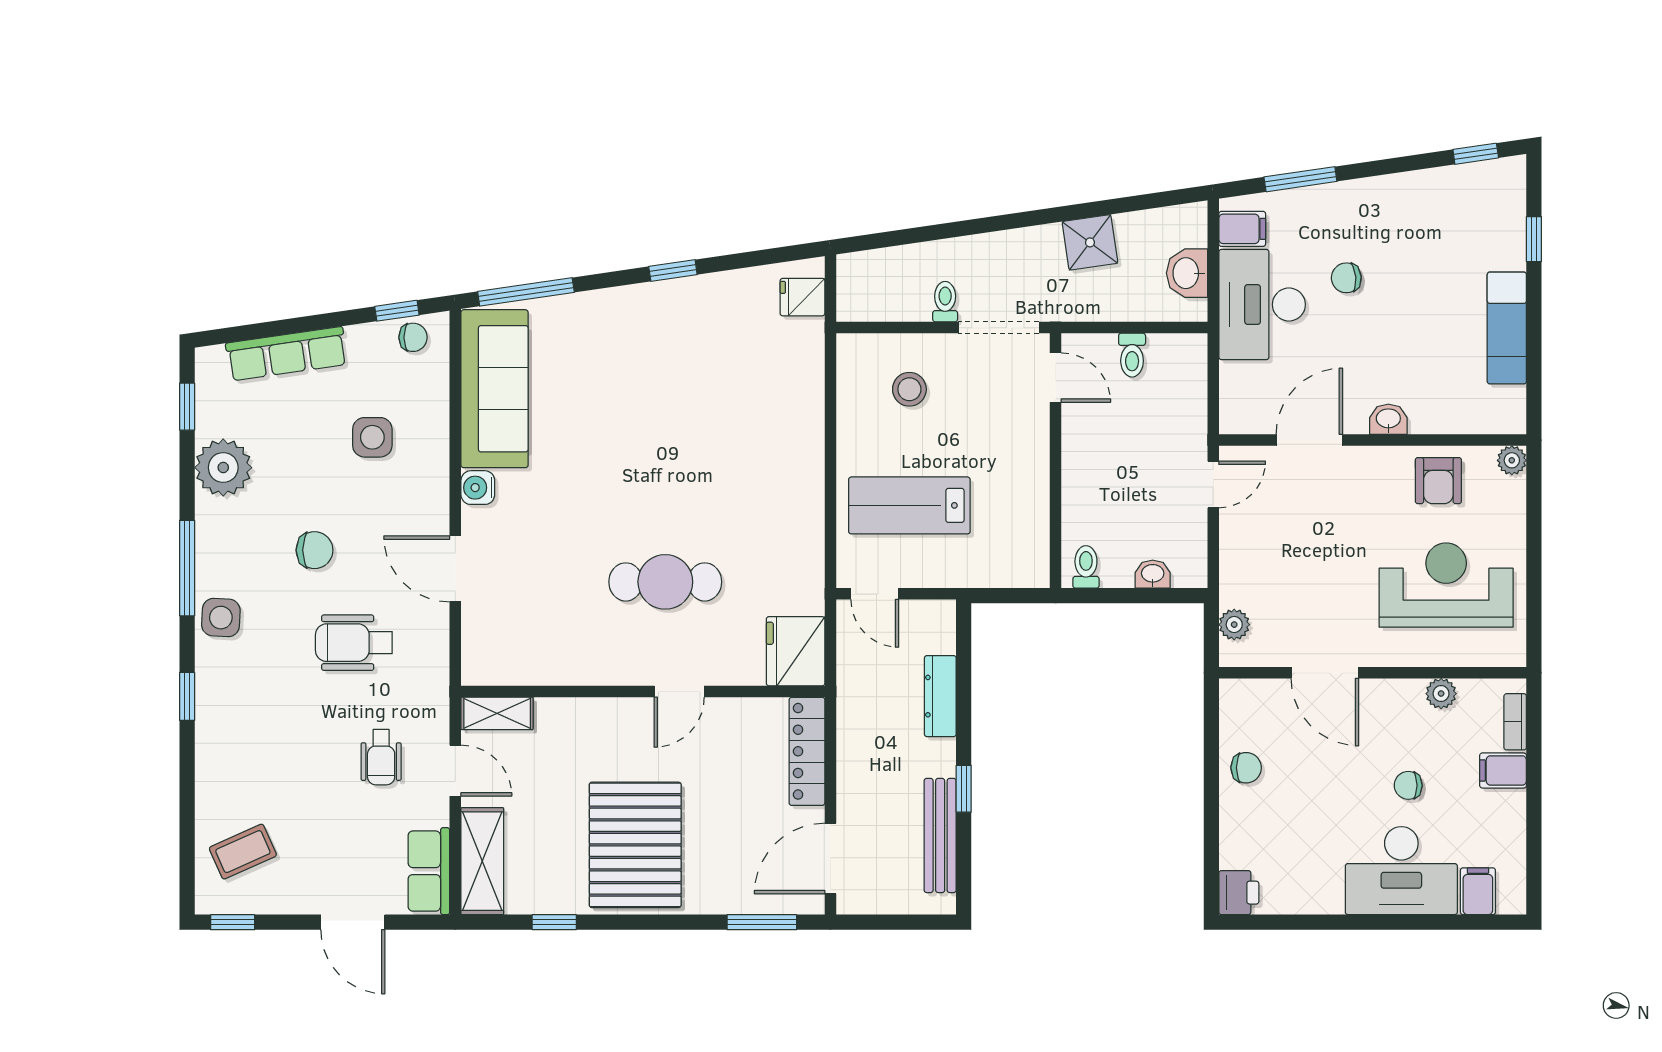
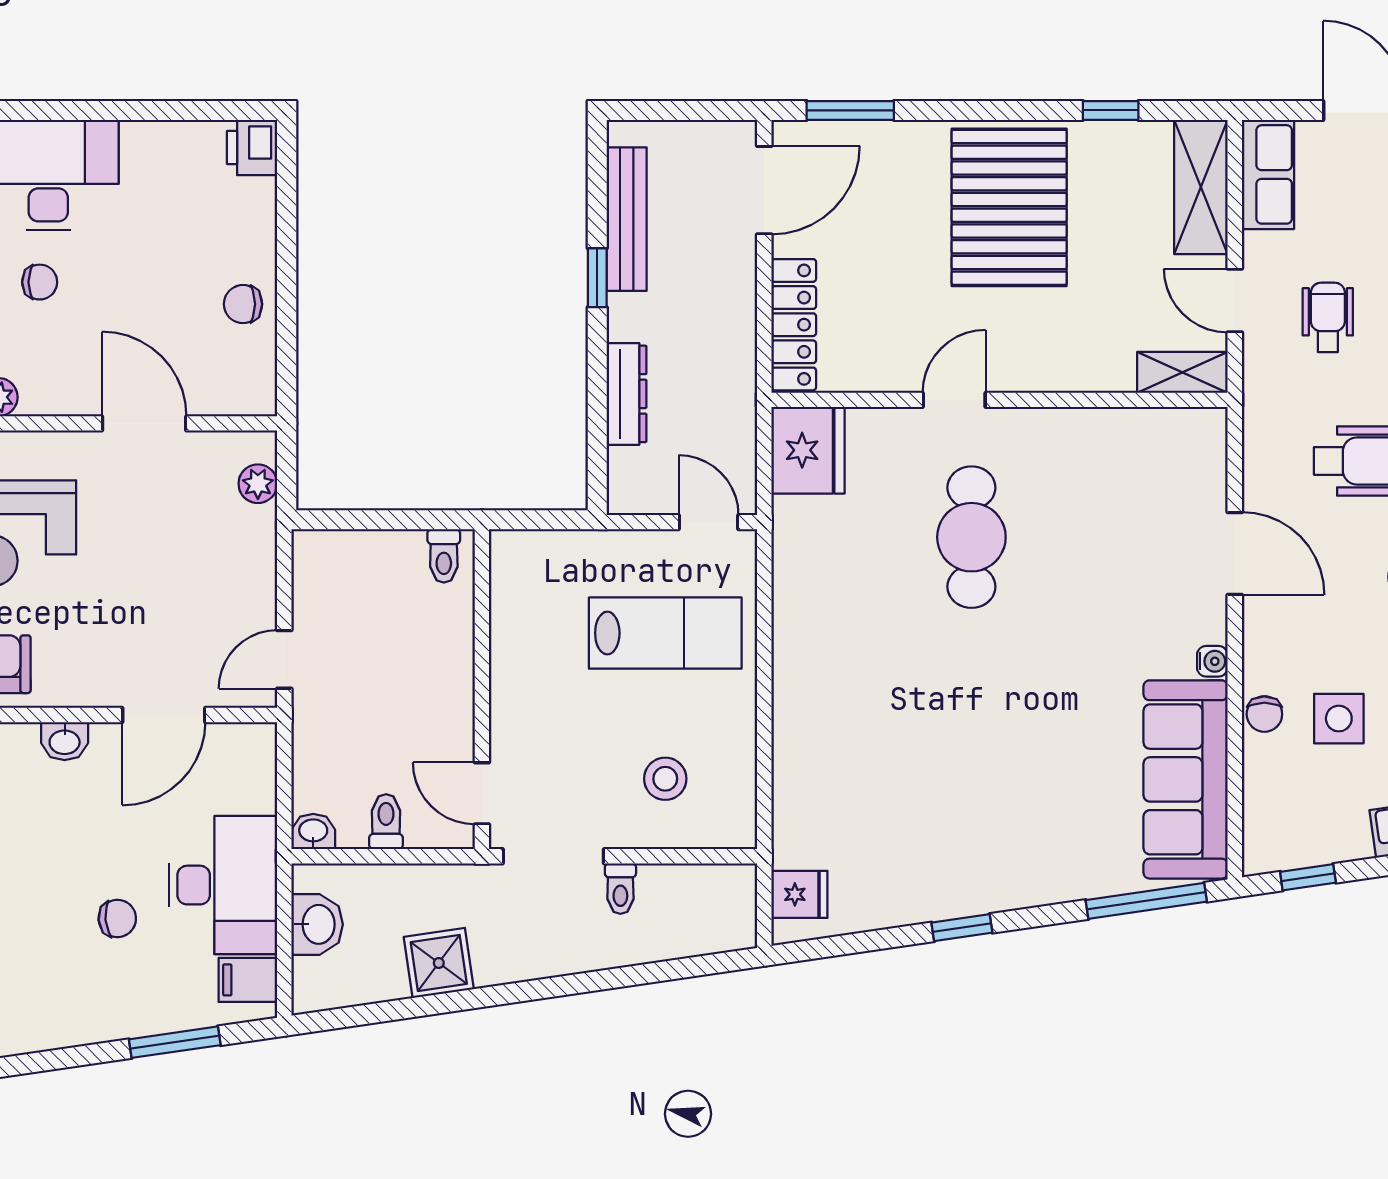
chair: (413, 337) -> (1264, 714), moved, turned -90
water cooler: (478, 488) -> (1212, 661), width x0.72, depth x0.72
washbasin: (1153, 574) -> (313, 831), moved, turned 180
cafe table: (665, 582) -> (971, 537), turned 90

